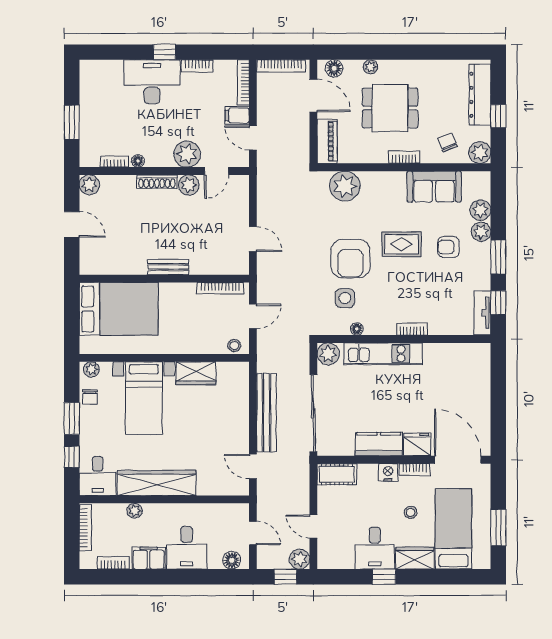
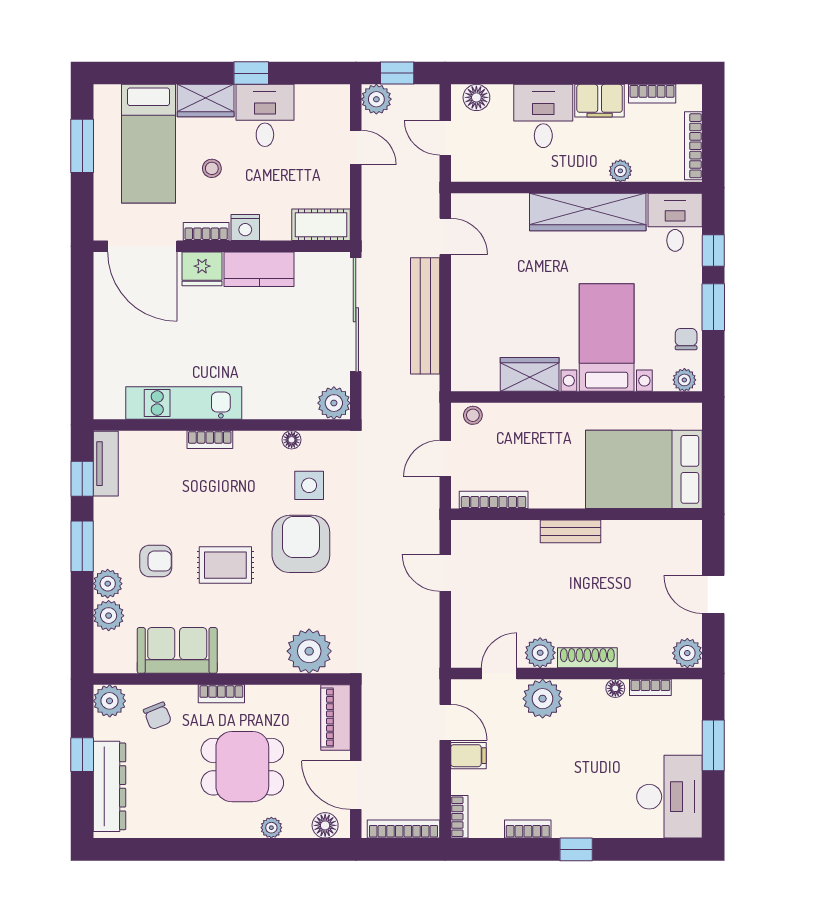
desk: (152, 82) -> (669, 797), moved, turned -90
bookcase: (243, 82) -> (459, 817), width x0.64
kitchen unit: (383, 354) -> (184, 403), moved

